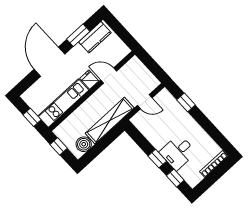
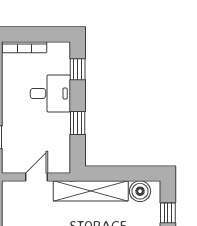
door: (145, 102) -> (37, 177), hinge flipped
window: (157, 159) -> (78, 123), moved

